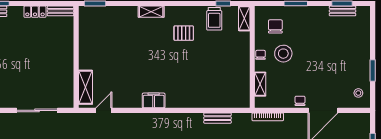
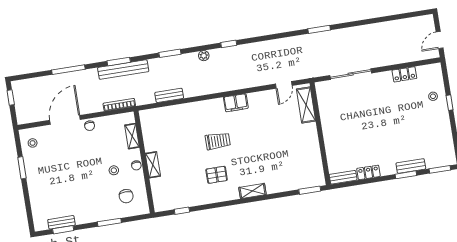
shelving: (244, 18) -> (153, 165), moved
trolley: (214, 19) -> (218, 141), moved, turned 90
stool: (283, 54) -> (114, 170), width x0.53, depth x0.53

